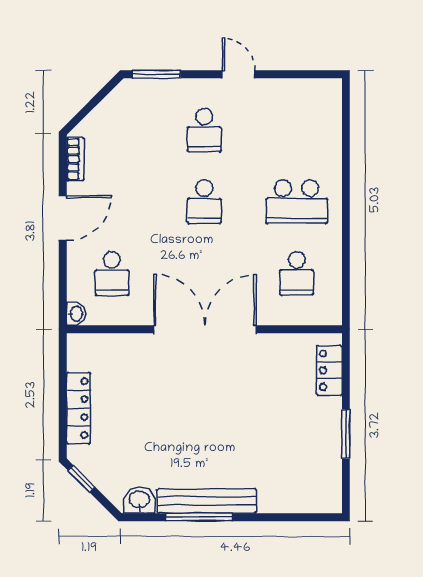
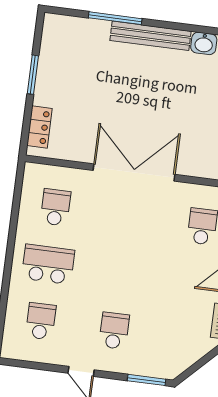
school desk: (204, 202) -> (41, 321), moved
double door: (205, 329) -> (134, 172), swing flipped
window: (199, 517) -> (115, 18), moved

